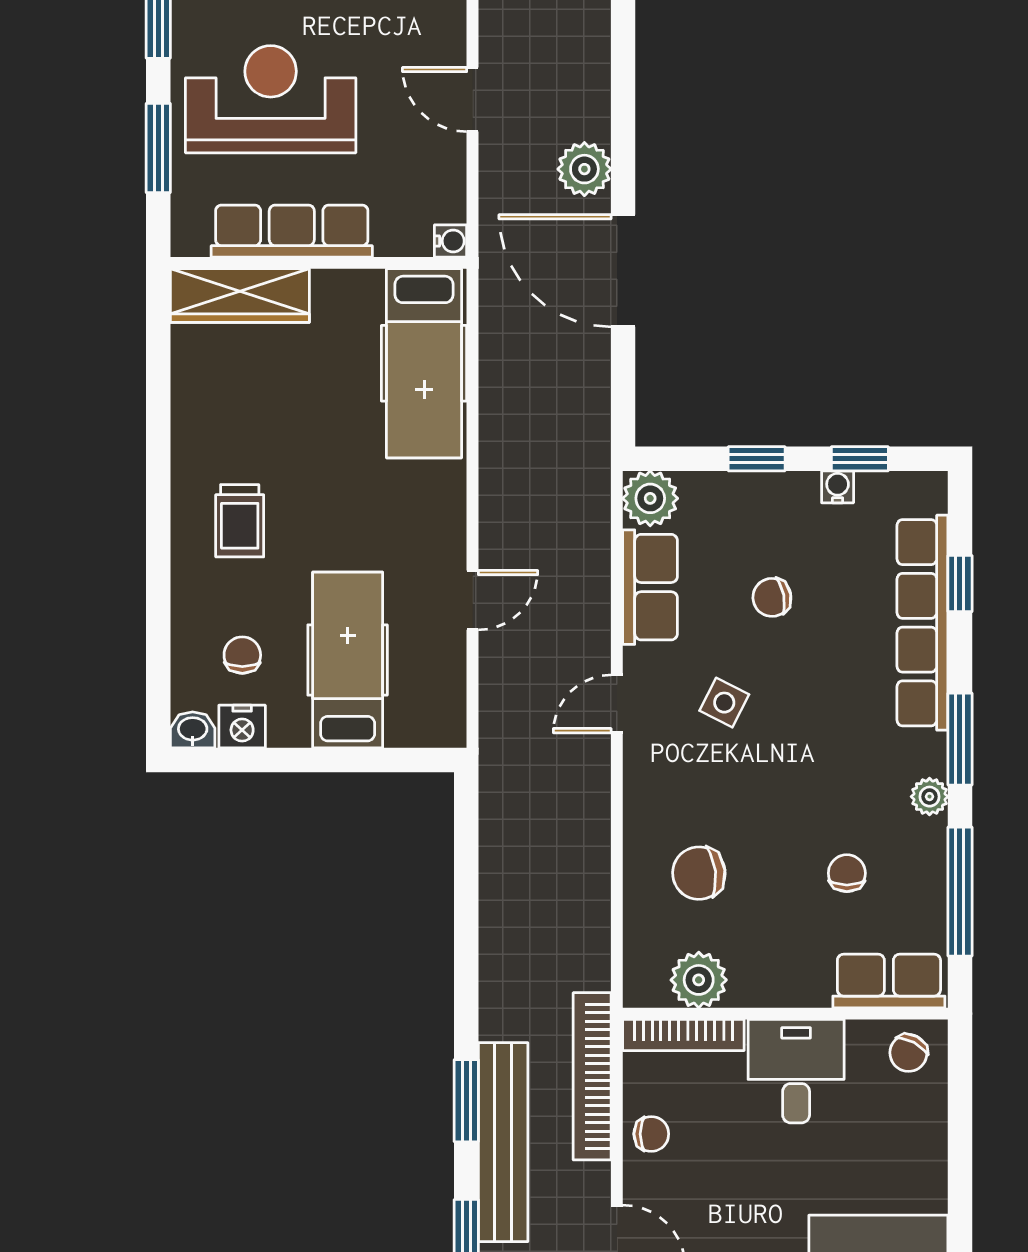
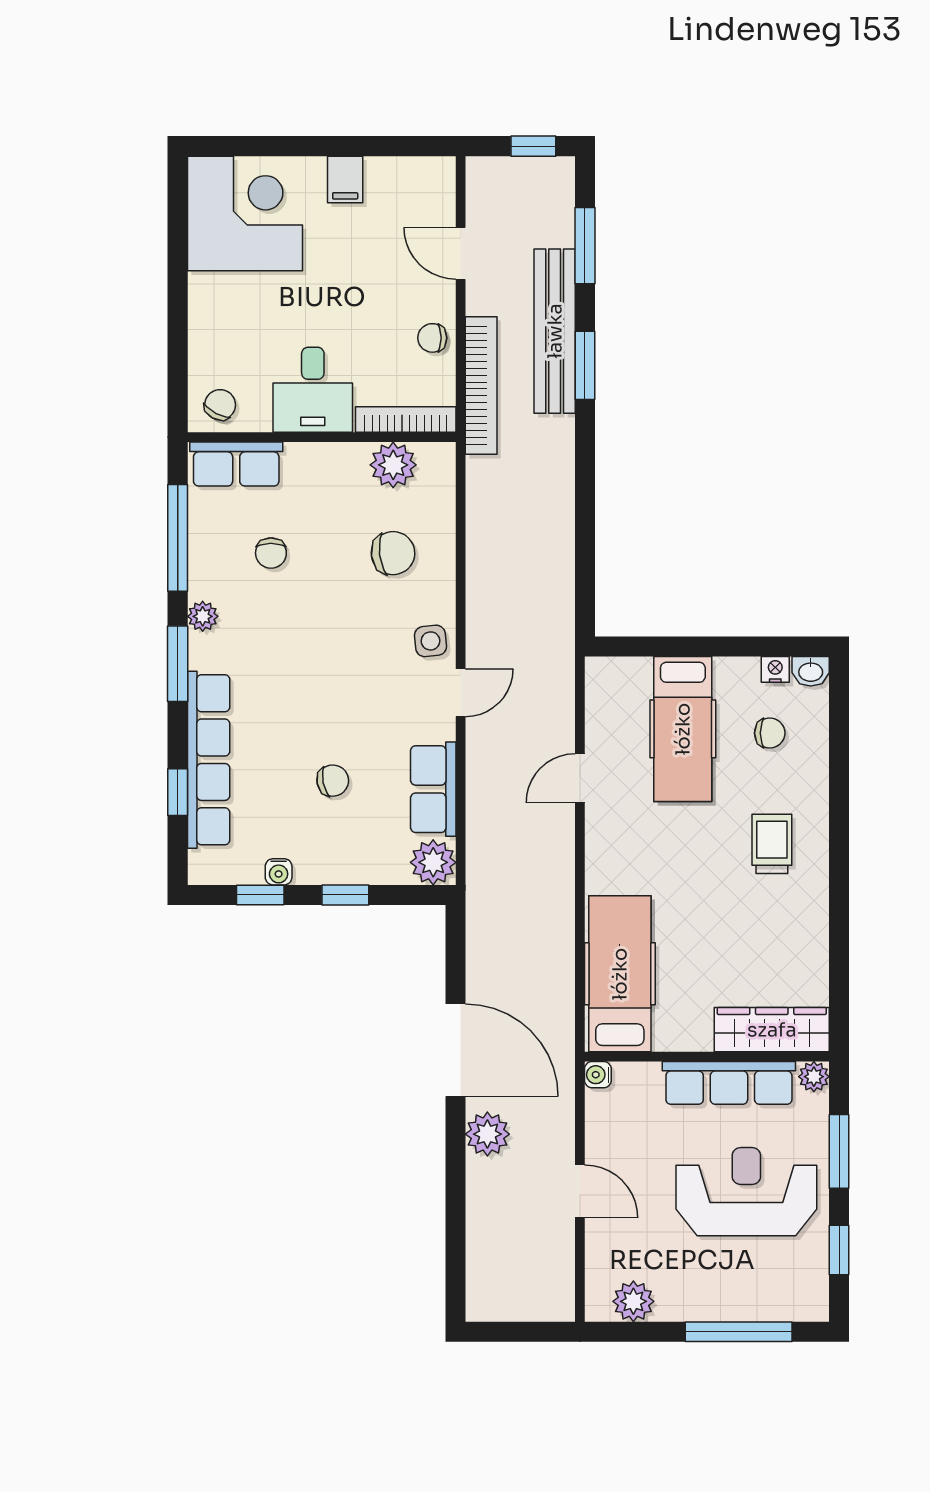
reception desk: (271, 99) -> (746, 1192), turned 180
plant: (189, 239) -> (814, 1077), added
chair: (242, 655) -> (770, 733), turned -90
side table: (724, 703) -> (430, 641), moved, turned -33
nightstand: (242, 727) -> (775, 669), width x0.72, depth x0.74

